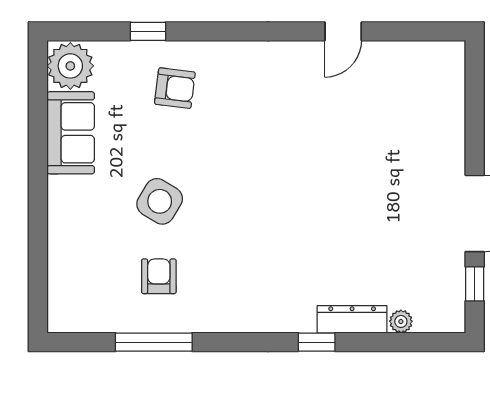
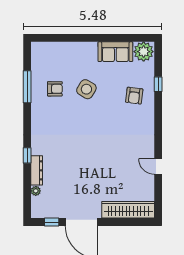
wardrobe: (446, 102) -> (128, 210), added

